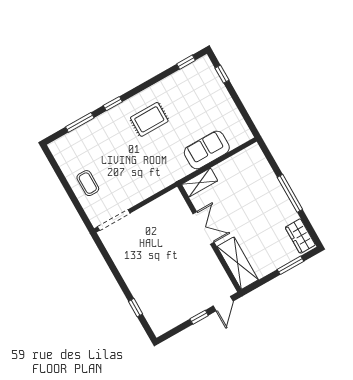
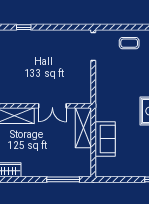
shelving: (200, 183) -> (83, 128), width x1.50, depth x1.33
window: (290, 193) -> (63, 179), moved

